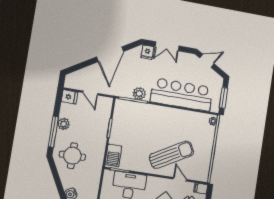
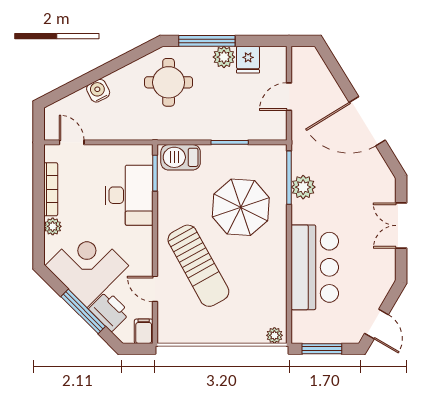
fridge: (147, 52) -> (383, 190), removed
door: (207, 61) -> (376, 324), moved
bar counter: (182, 95) -> (315, 267), width x0.73
fridge: (69, 97) -> (248, 60), moved
parasol: (145, 128) -> (241, 207), added
door: (180, 179) -> (155, 289), swing flipped

